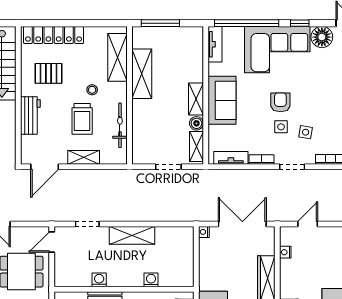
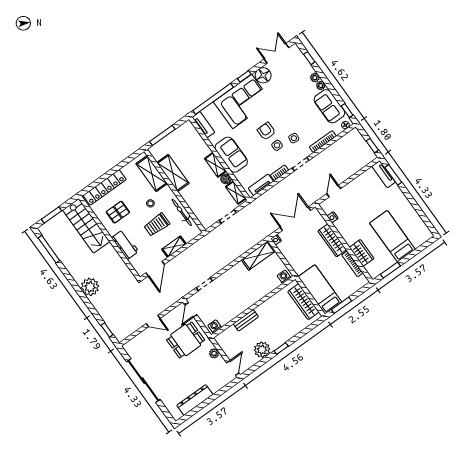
trolley: (82, 119) -> (157, 225), turned 90
shelving: (132, 235) -> (258, 256), moved
washing machine: (99, 280) -> (215, 326), moved
washing machine: (151, 280) -> (284, 277), moved

